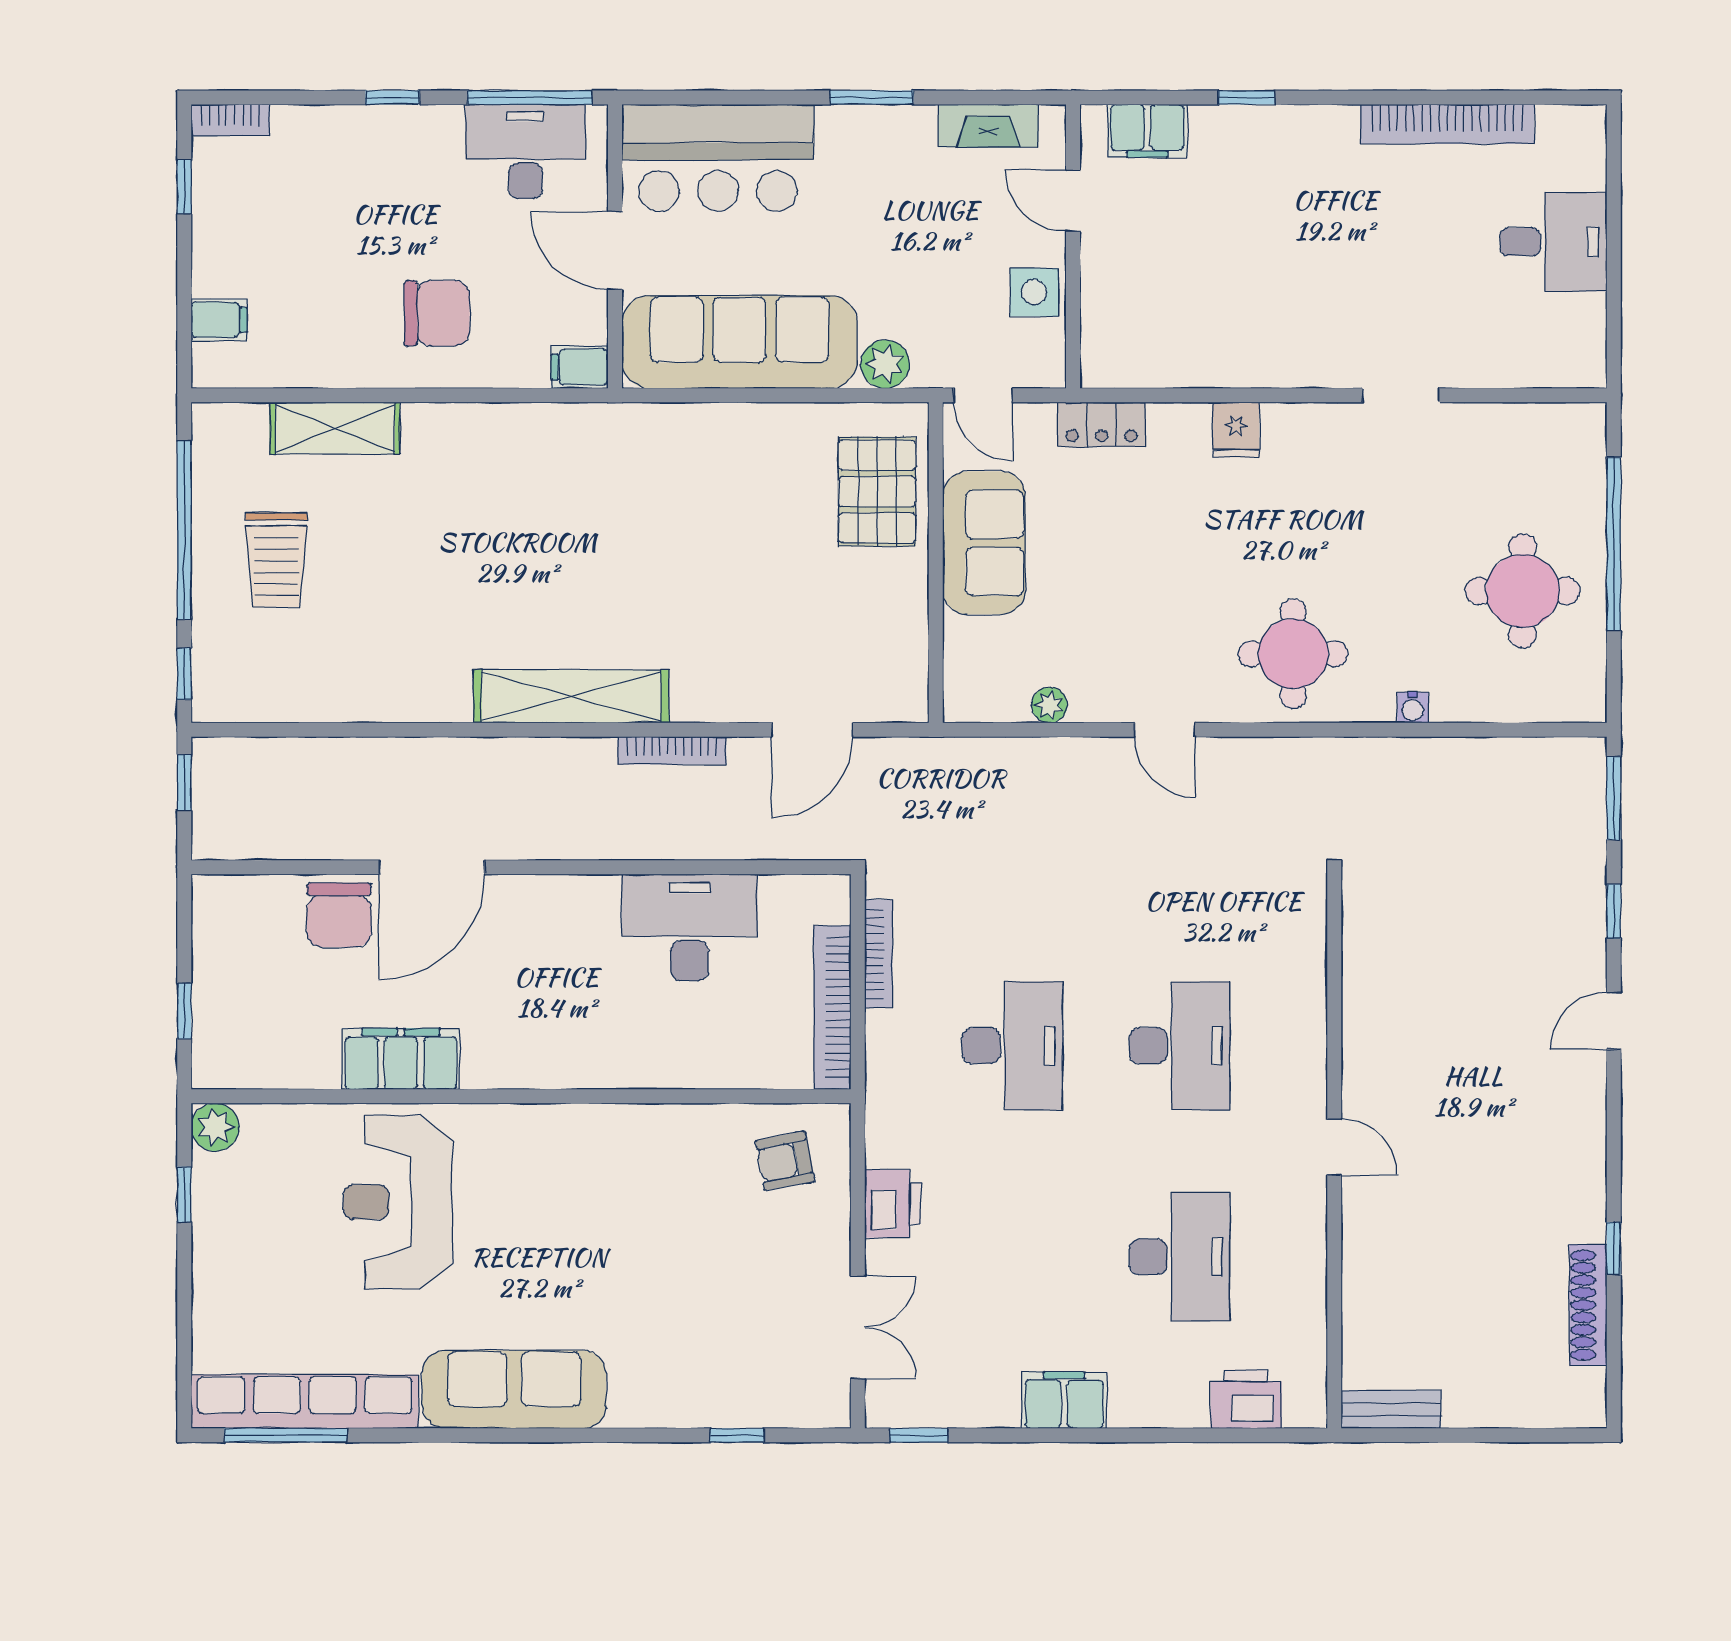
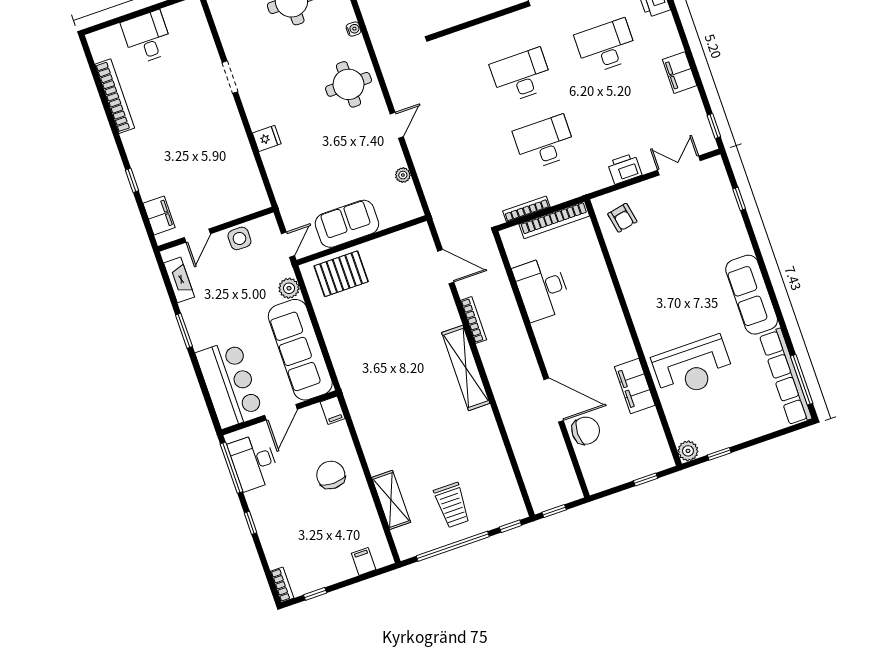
locker: (1102, 425) -> (283, 193), removed
trolley: (276, 560) -> (452, 505), turned 90

